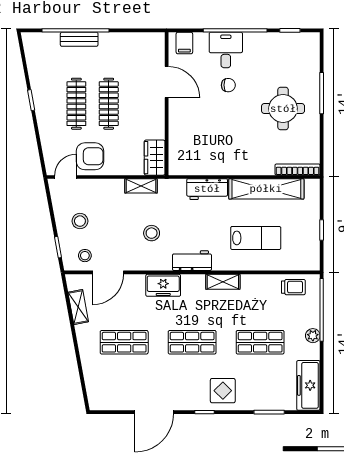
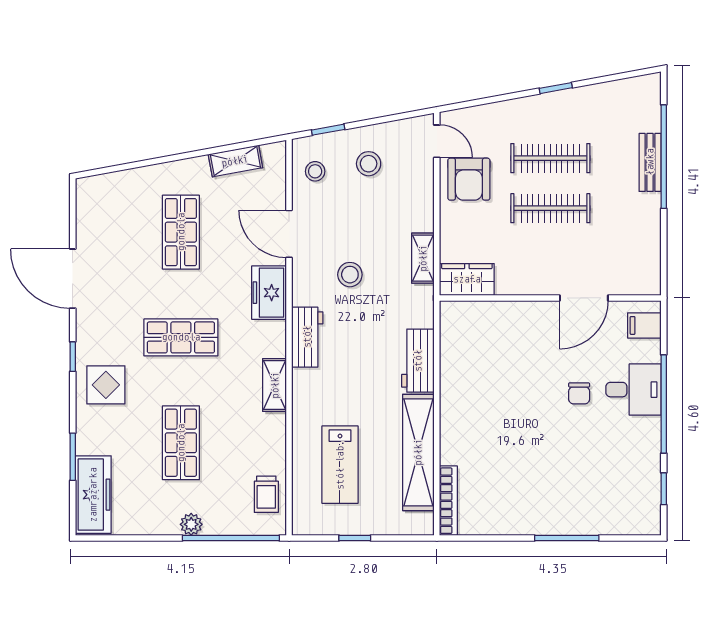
round table: (283, 109) -> (543, 478), removed
lab bench: (256, 238) -> (340, 465), moved
door: (108, 272) -> (289, 234), moved
shop shelf: (192, 342) -> (181, 337), turned 90
freezer: (308, 385) -> (93, 495), moved, turned 90

